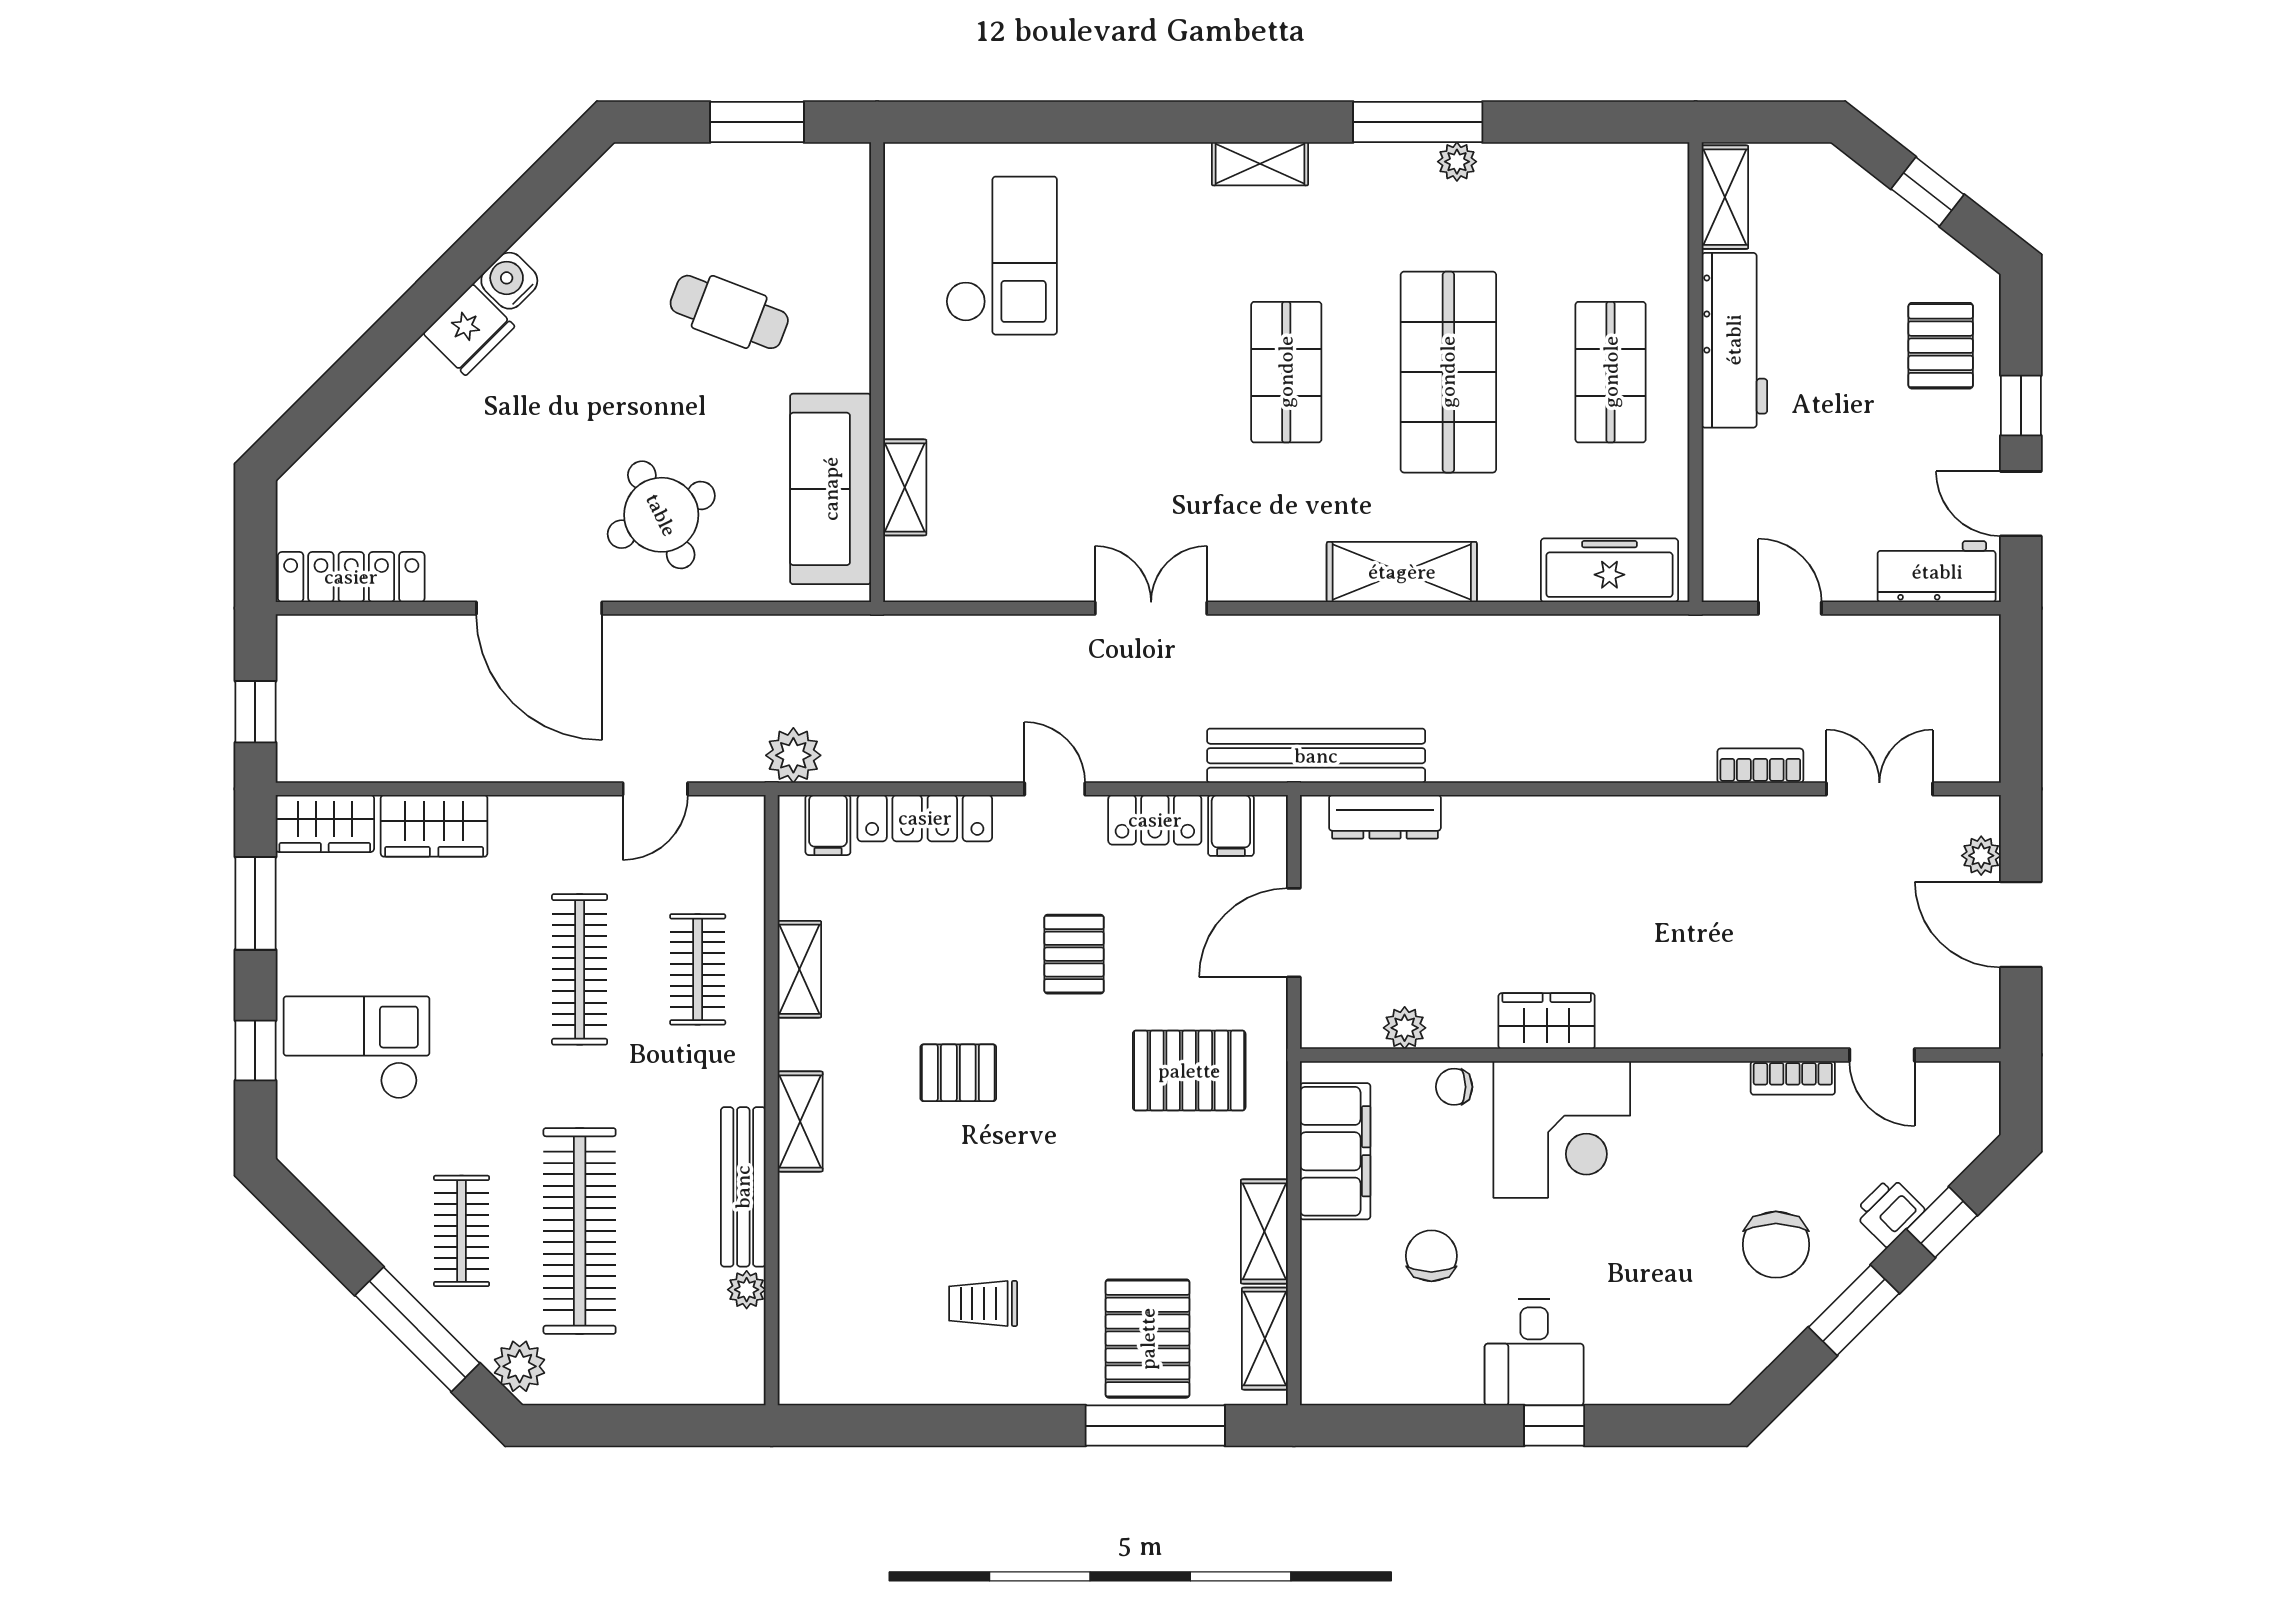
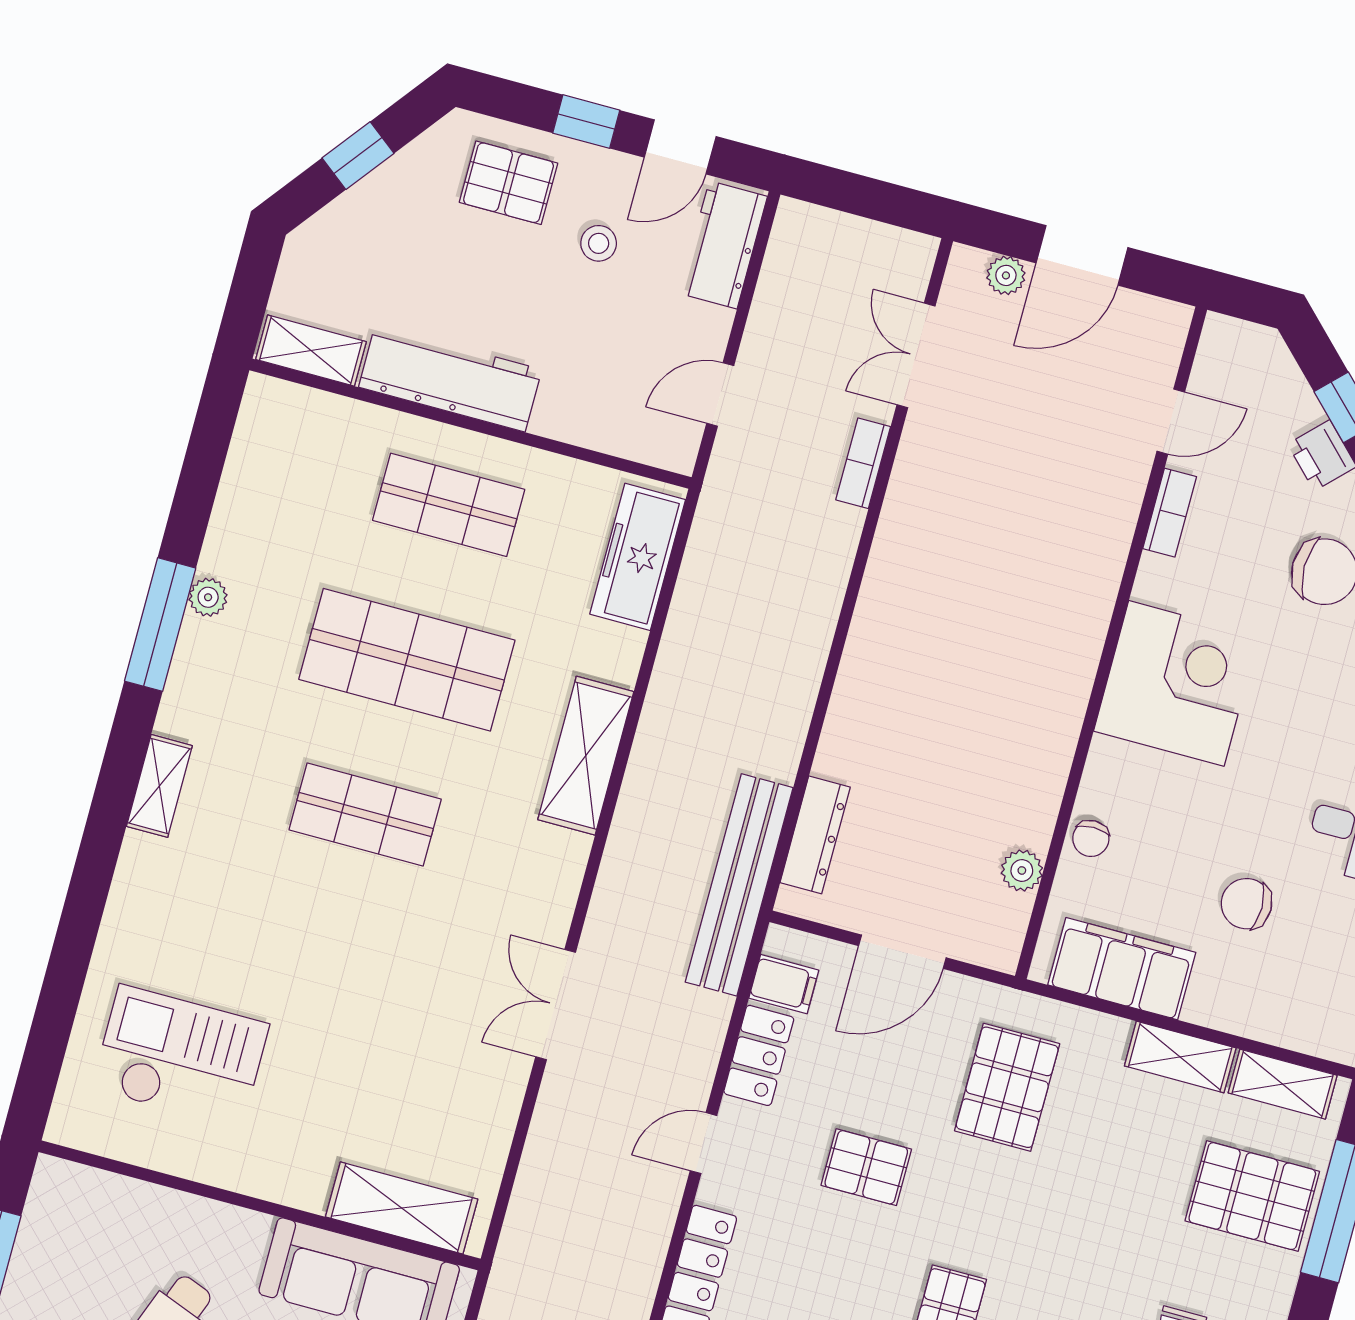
stool: (1905, 450) -> (599, 243), added
shelving: (905, 487) -> (402, 1208), width x1.50, depth x1.33
door: (1294, 933) -> (902, 952), hinge flipped
wardrobe: (1547, 1021) -> (1052, 733), removed
corner desk: (1562, 1129) -> (1176, 683), moved

